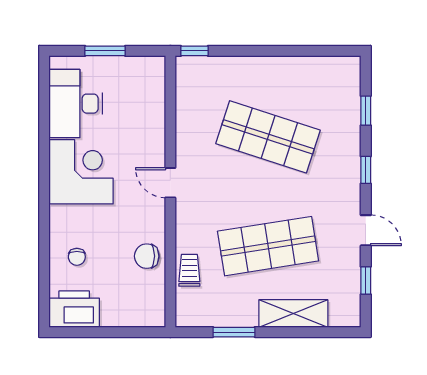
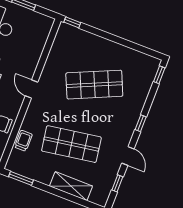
window: (366, 111) -> (159, 75), moved
shop shelf: (268, 137) -> (94, 85), turned -42
window: (234, 332) -> (21, 178), moved

